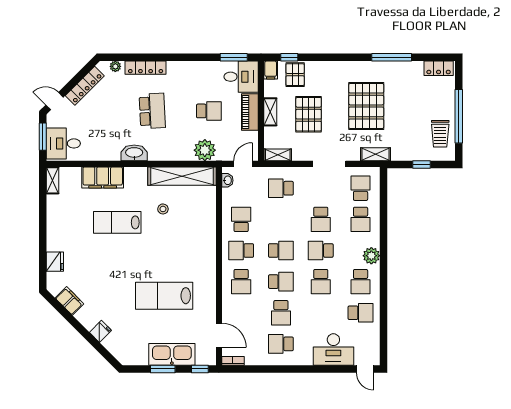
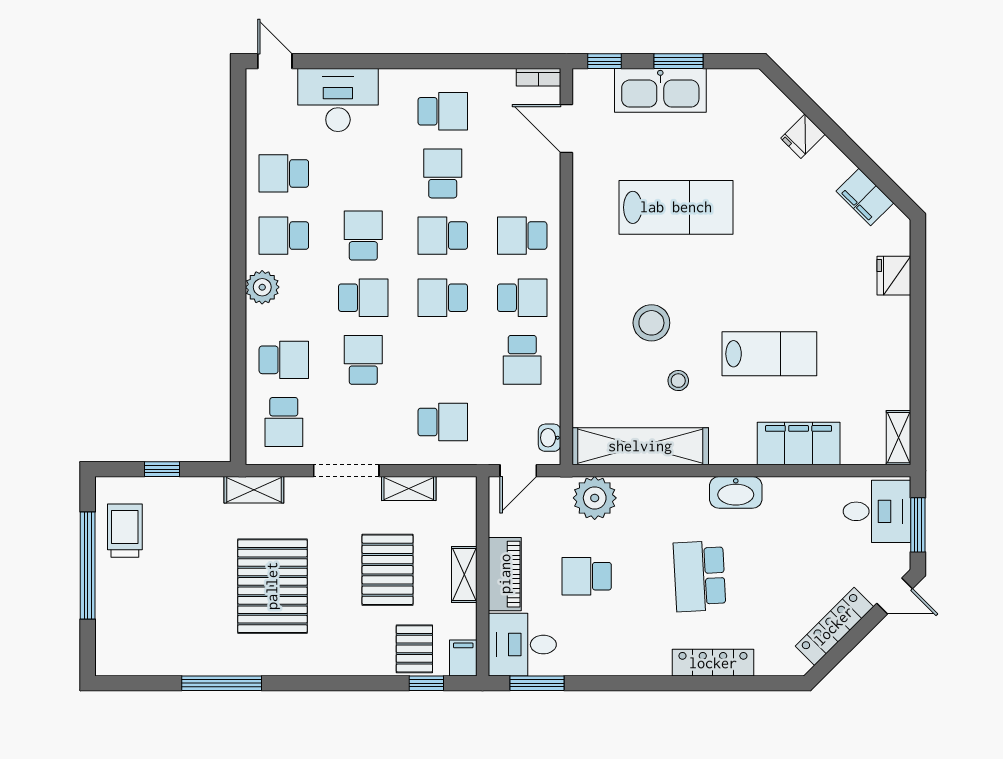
plant: (115, 66) -> (773, 665), removed
locker: (439, 68) -> (128, 661), removed
shelving: (278, 155) -> (409, 489), moved
school desk: (361, 219) -> (284, 360), turned 90
stool: (176, 238) -> (651, 323), added
school desk: (241, 282) -> (522, 236), turned -90
school desk: (361, 282) -> (284, 236), turned -90

